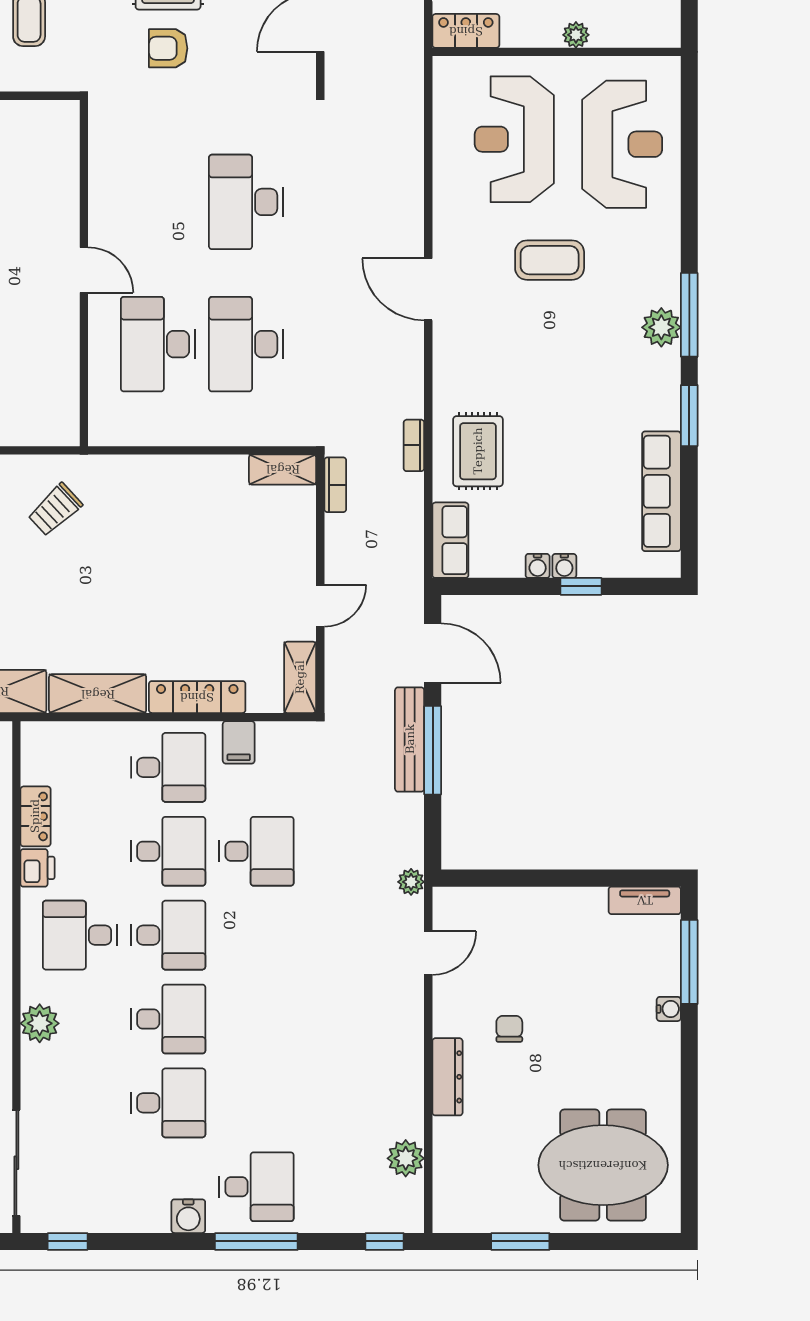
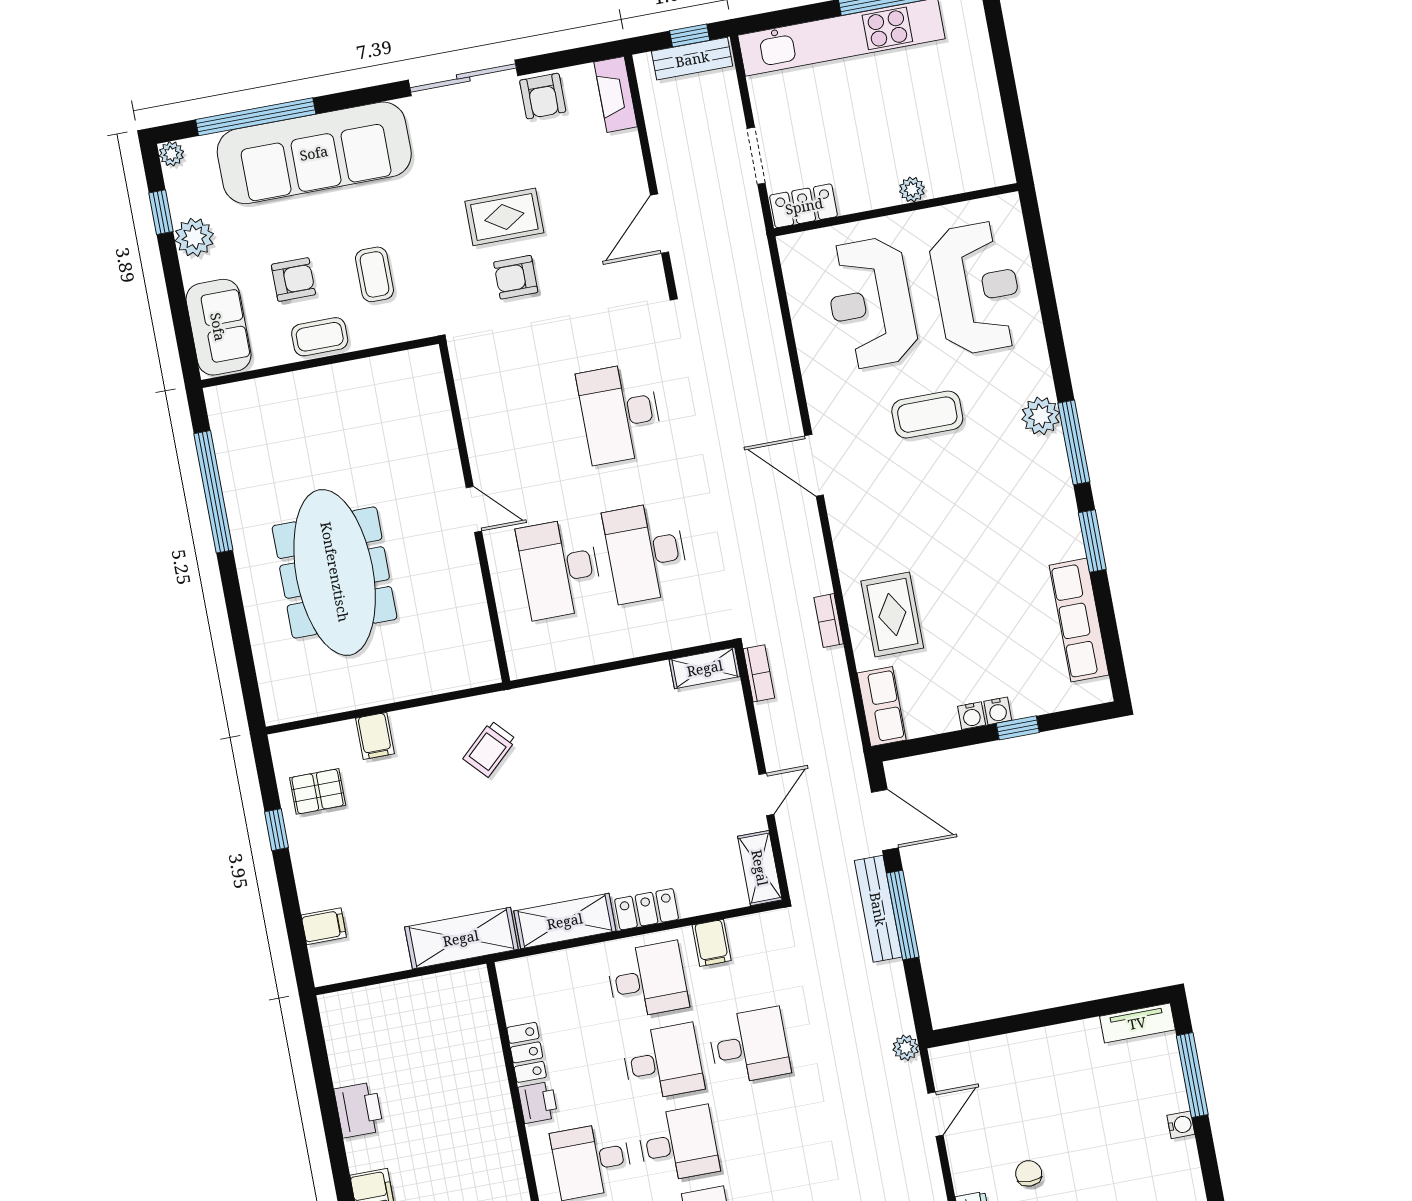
plant: (661, 327) -> (1041, 416), moved
locker: (197, 697) -> (647, 909), width x0.66

